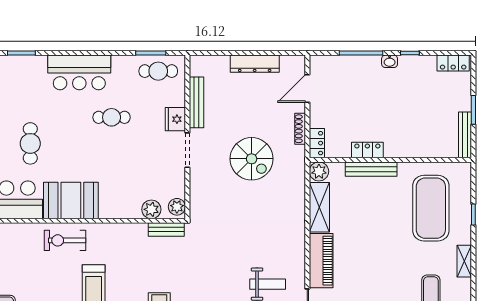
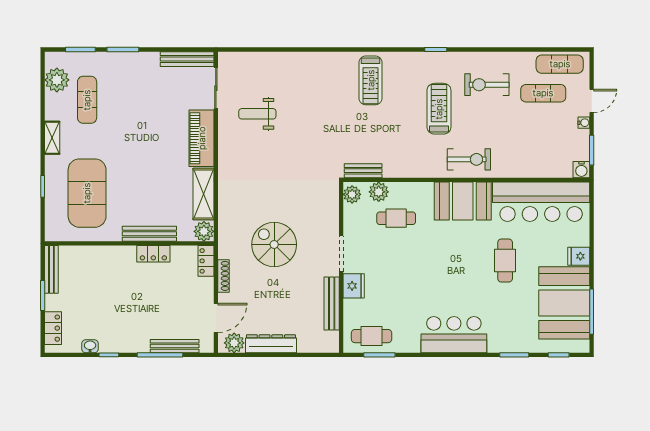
bench: (347, 61) -> (175, 346), added
washbasin: (390, 61) -> (90, 346), moved
locker: (453, 63) -> (53, 328), moved, turned 90
plant: (290, 65) -> (234, 343), added
cafe table: (112, 117) -> (396, 218), moved

